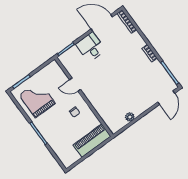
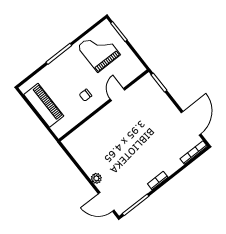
desk: (91, 47) -> (162, 111), removed
grand piano: (37, 99) -> (99, 51), turned -90
plant: (130, 117) -> (96, 178), moved
piano: (92, 141) -> (44, 105), moved

